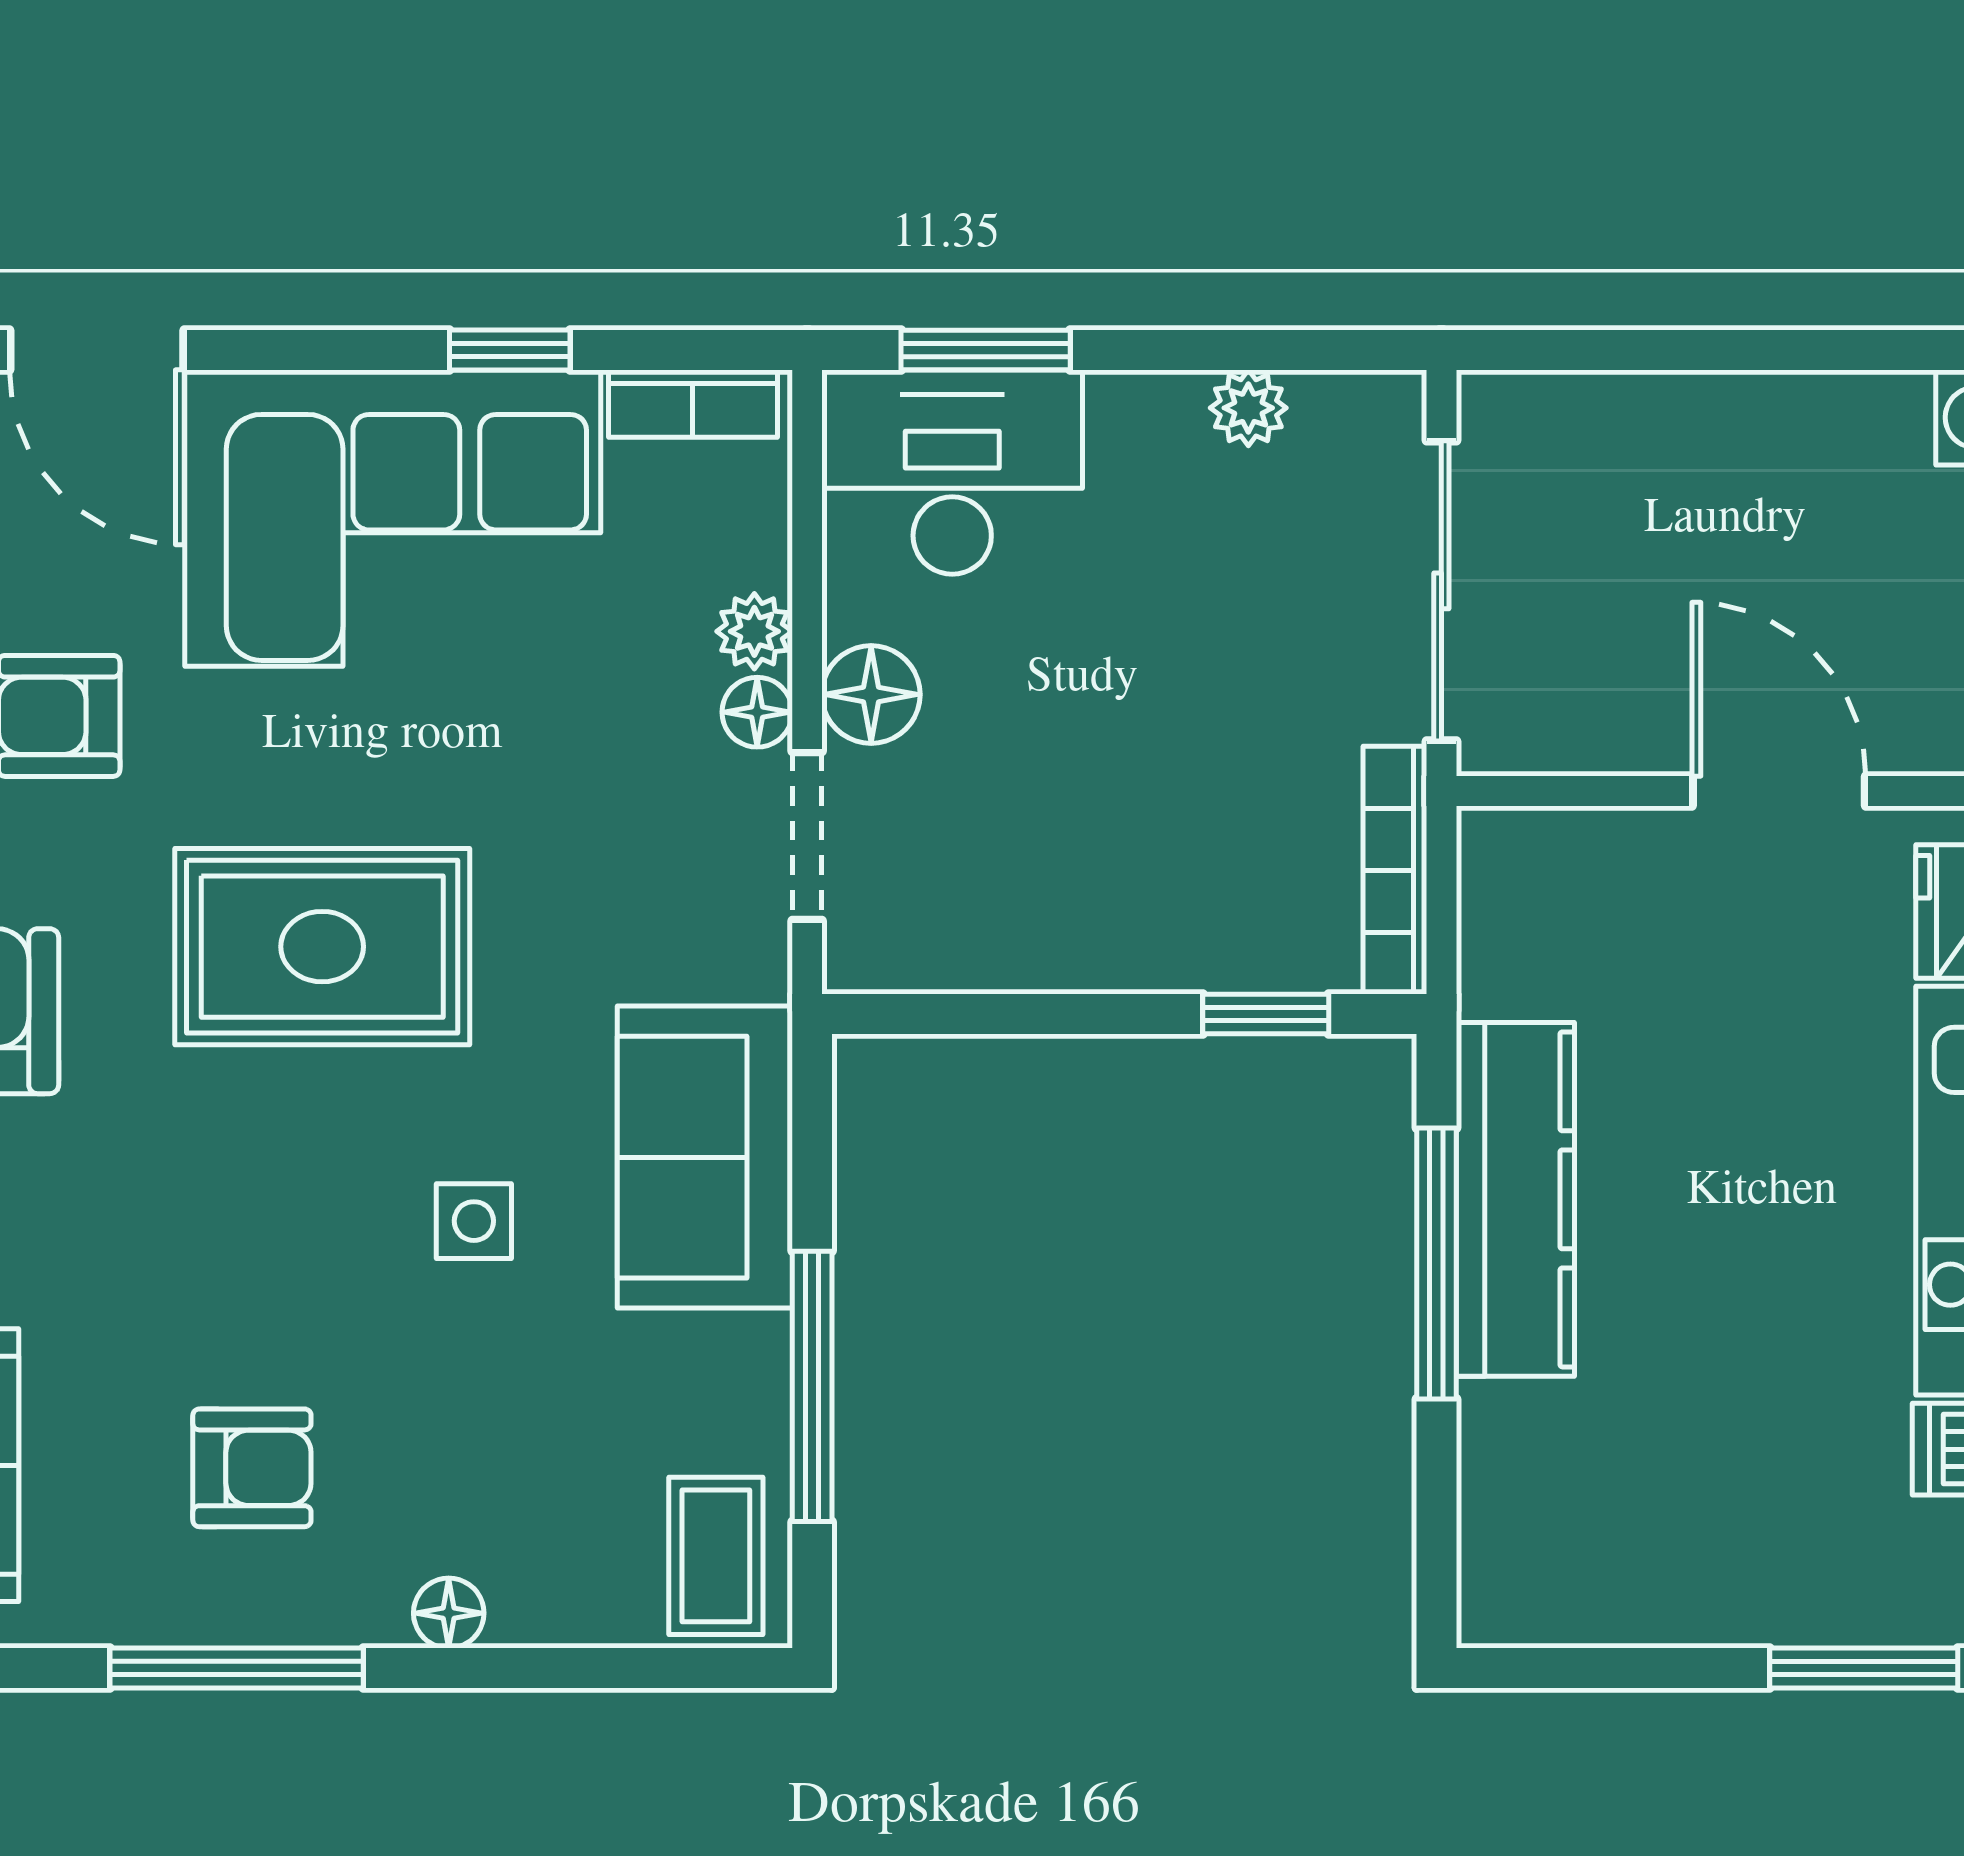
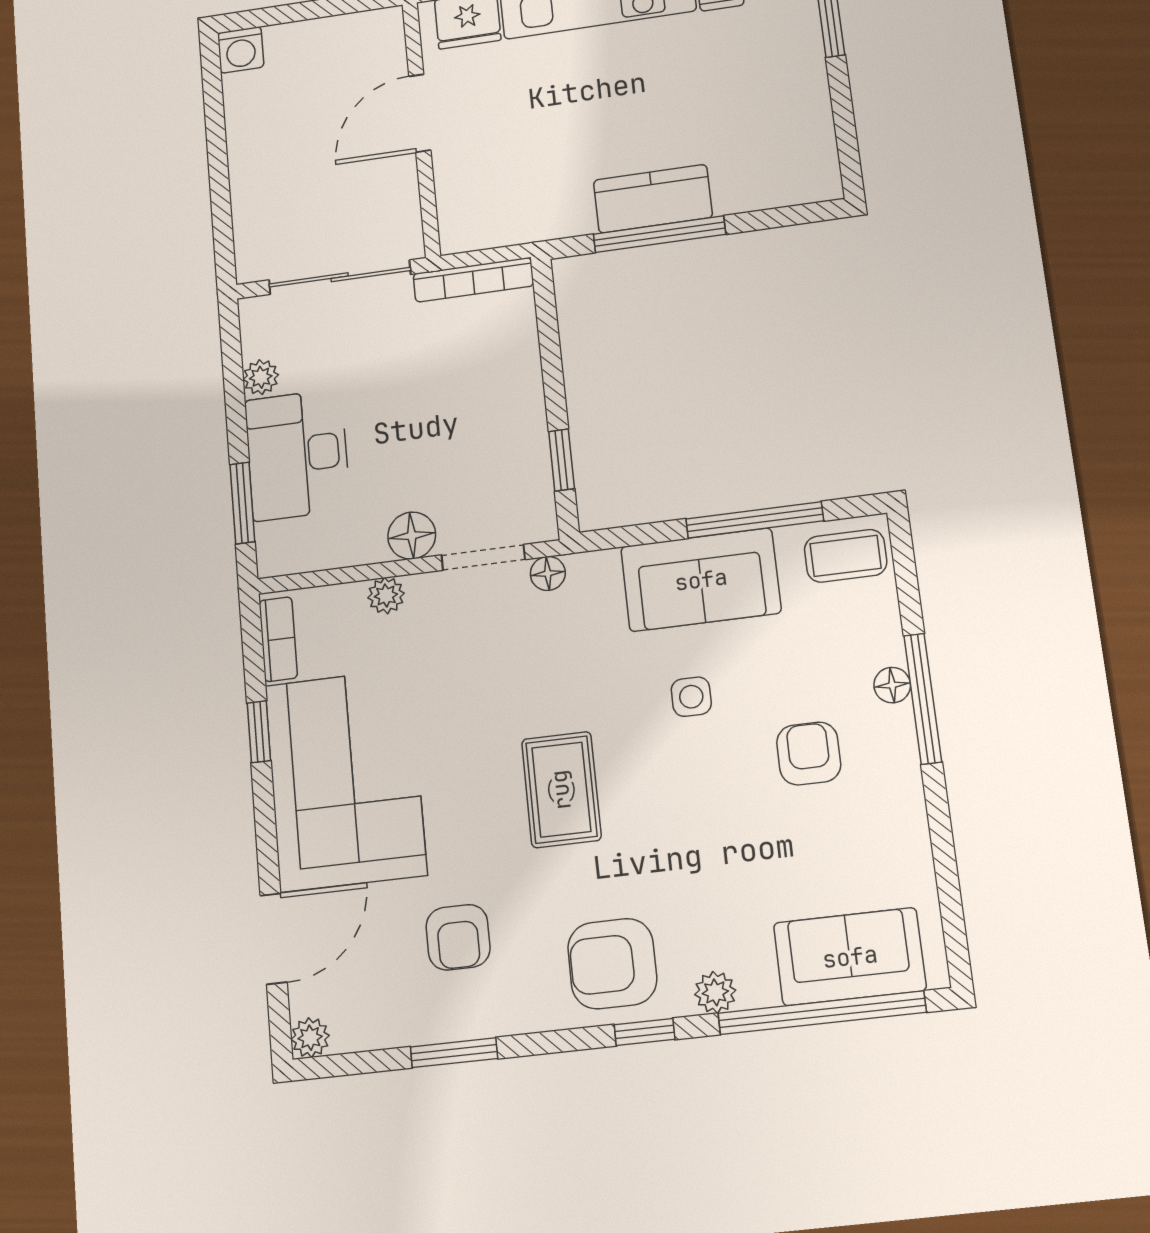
desk: (952, 472) -> (297, 455), moved
floor lamp: (757, 712) -> (548, 573), moved
rug: (322, 947) -> (561, 790), width x0.73, depth x0.70
window: (1266, 1014) -> (562, 460), moved
sofa: (705, 1157) -> (701, 580), moved
kitchen counter: (1515, 1199) -> (653, 199), width x0.67
armchair: (252, 1468) -> (809, 753), moved
window: (237, 1668) -> (923, 699), moved

